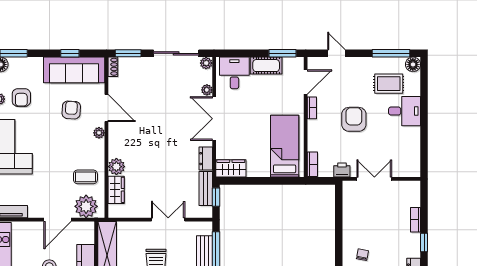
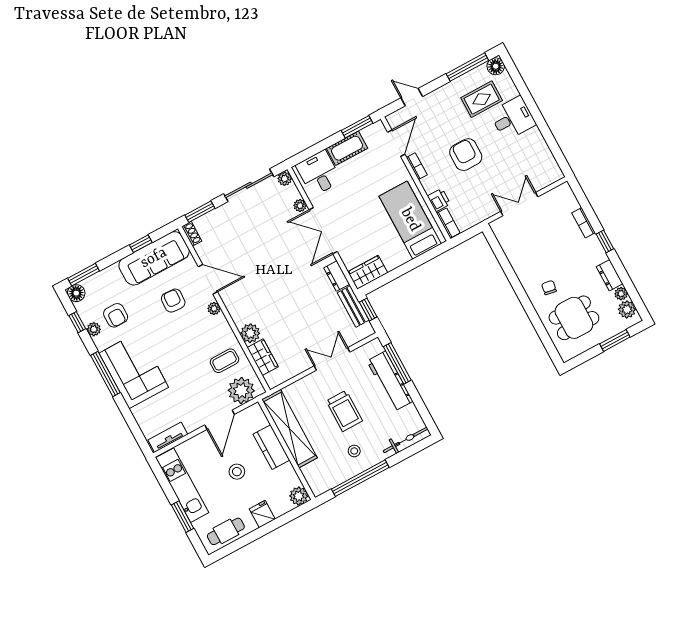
printer: (342, 170) -> (439, 200), moved, turned 90

